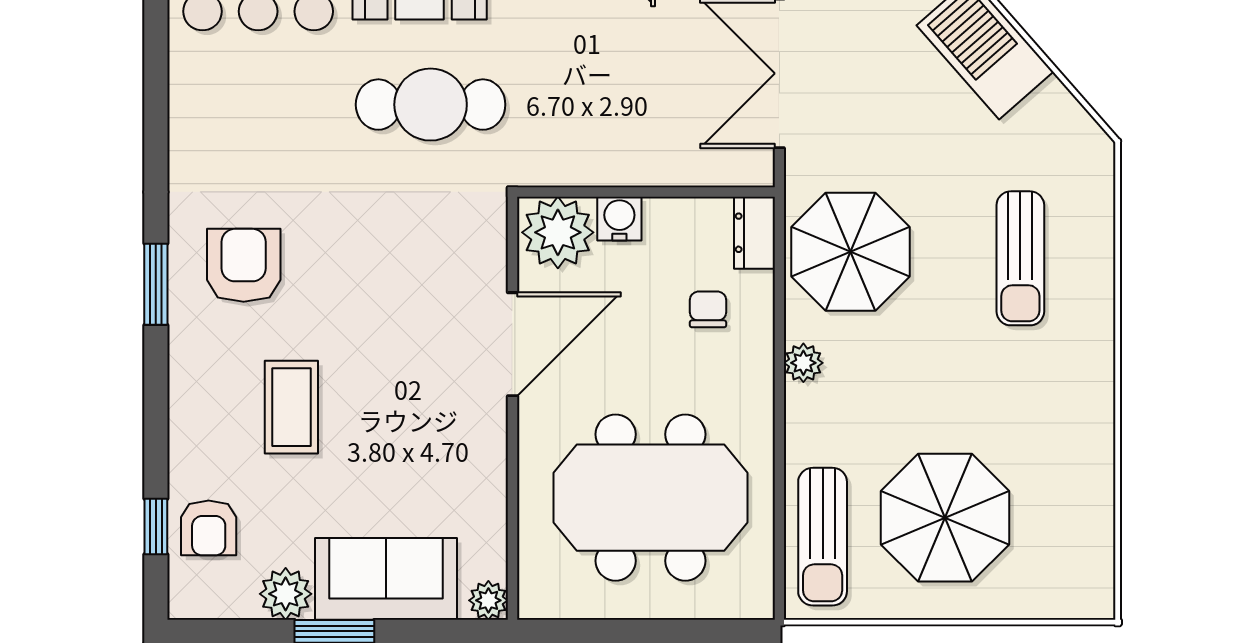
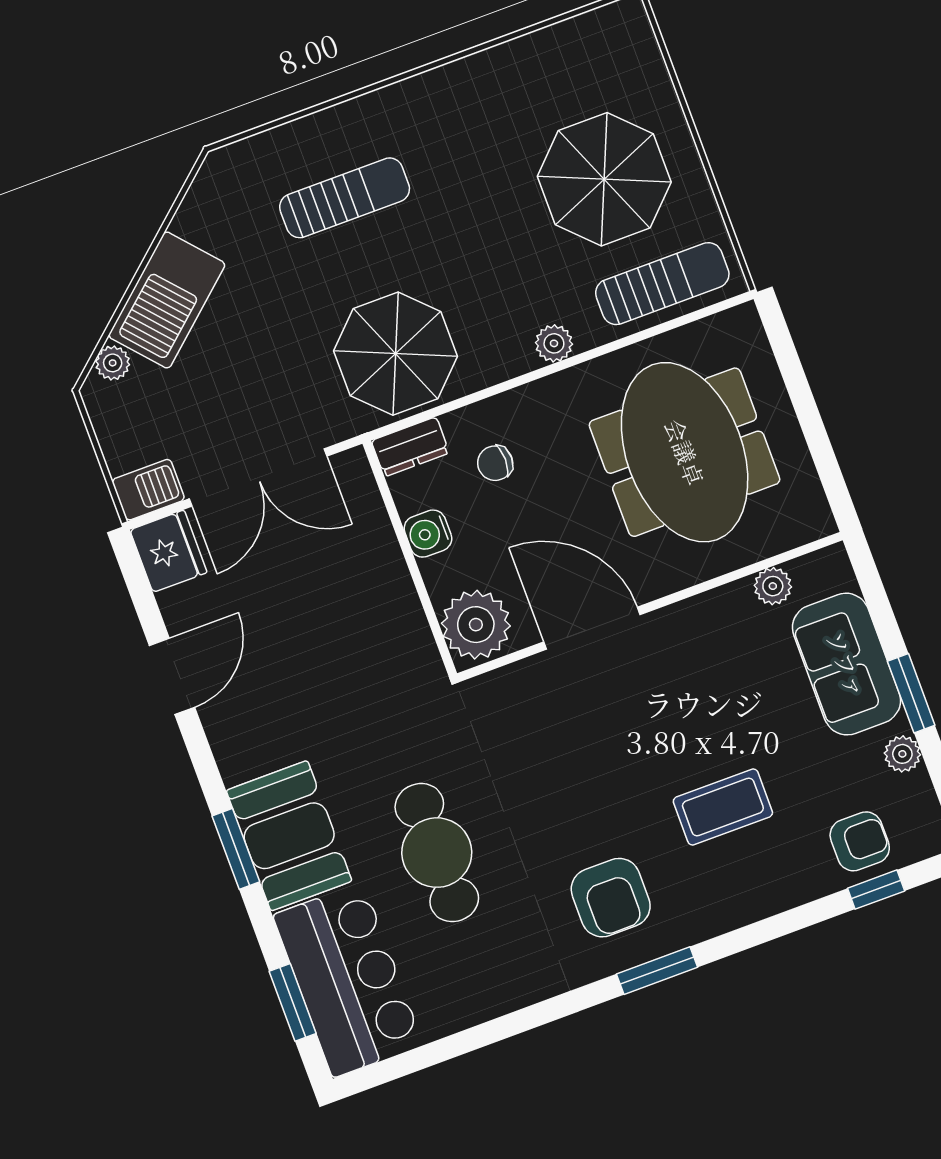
cafe table: (431, 105) -> (437, 853), moved
water cooler: (619, 219) -> (428, 534), moved
armchair: (244, 265) -> (611, 898), turned -90
plant: (803, 363) -> (554, 343), moved
plant: (286, 594) -> (902, 754), width x0.73, depth x0.73
plant: (488, 600) -> (773, 586), moved

